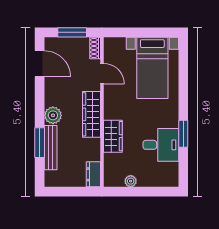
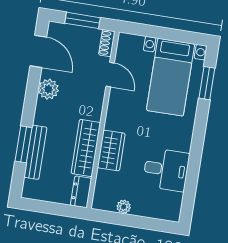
wardrobe: (92, 114) -> (86, 148), moved
plant: (53, 115) -> (48, 89), moved
window: (183, 134) -> (207, 83), moved

